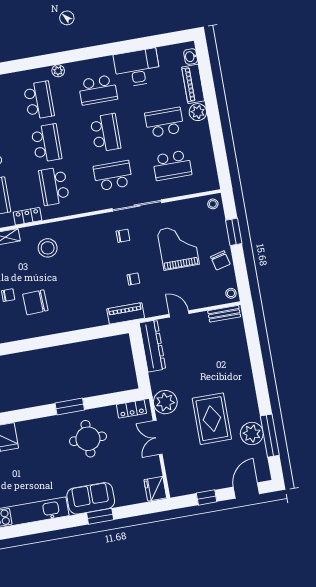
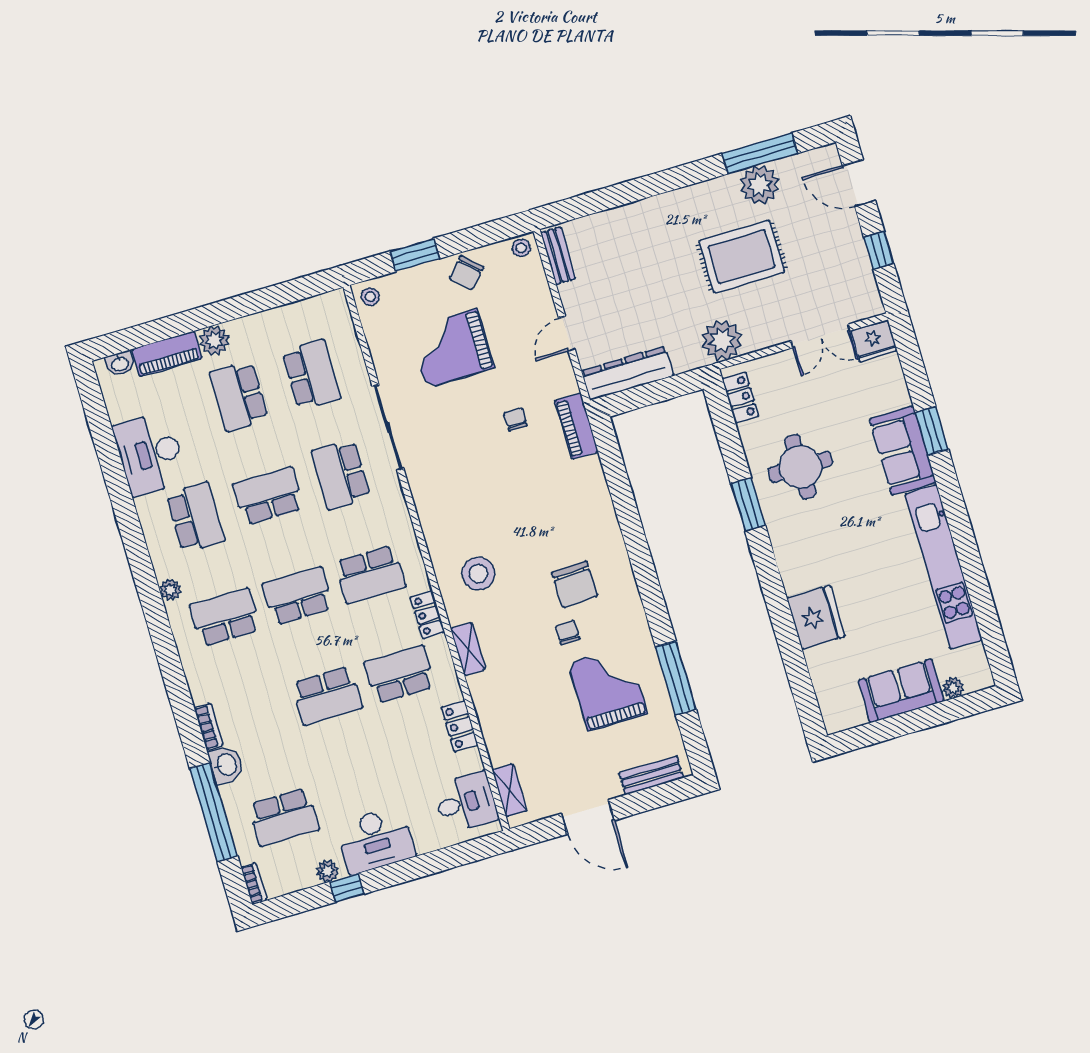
chair: (123, 236) -> (443, 446), removed
chair: (220, 260) -> (466, 273), turned 147
double door: (158, 437) -> (820, 336), moved

